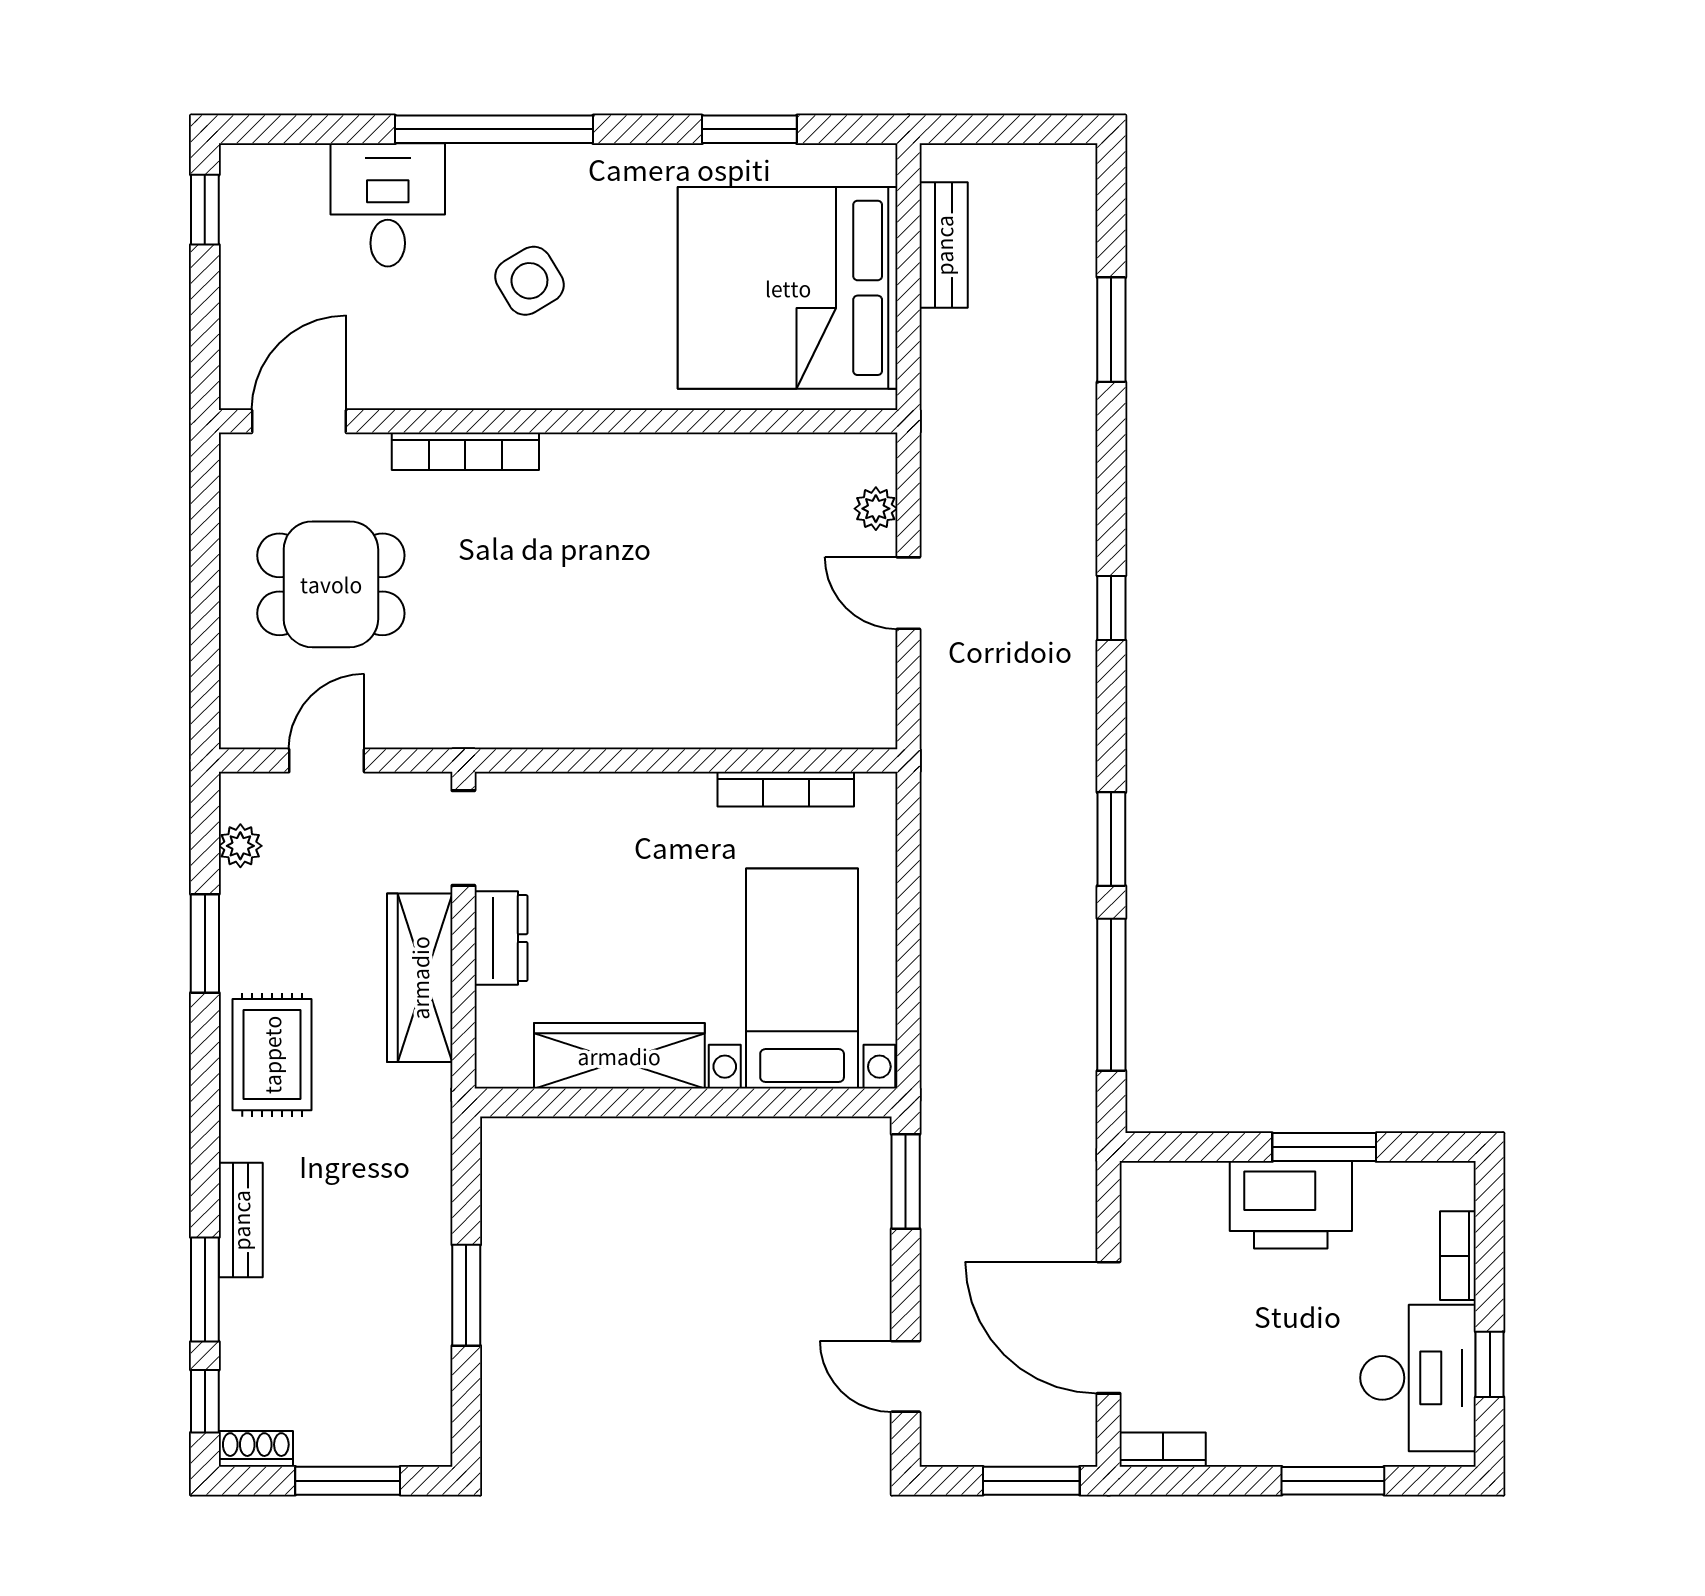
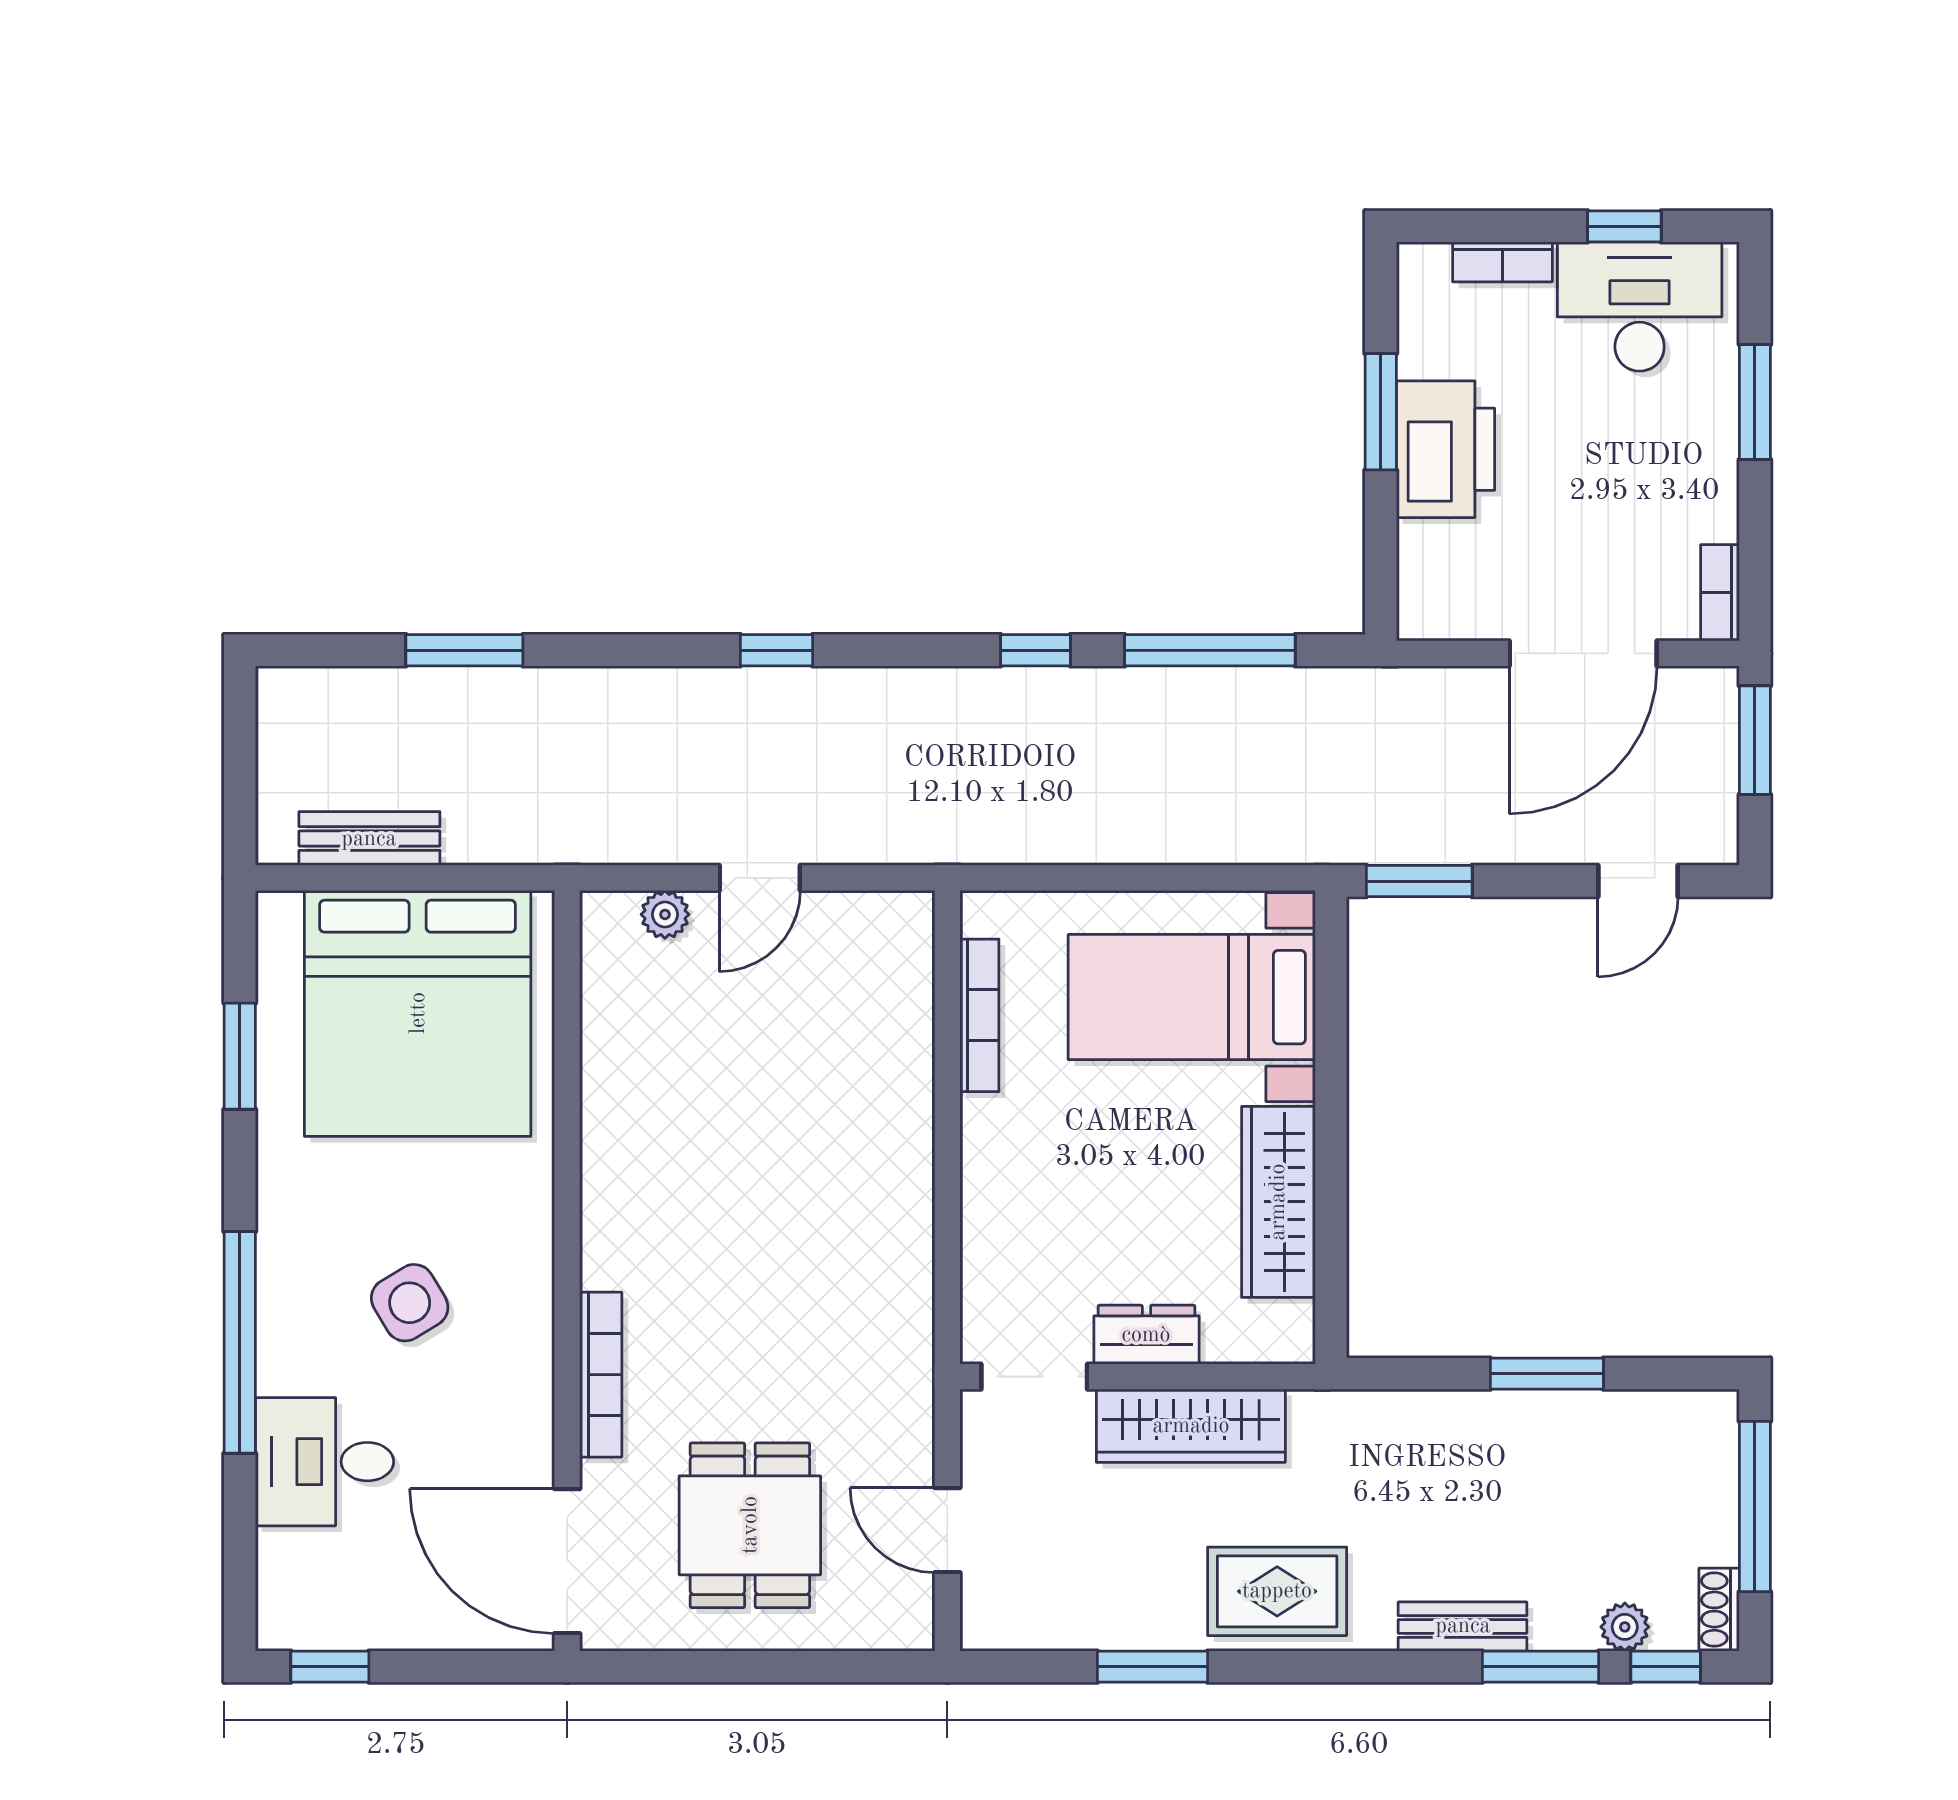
door: (299, 421) -> (567, 1561), width x1.36
window: (1111, 839) -> (1035, 650), width x0.67
plant: (240, 846) -> (1625, 1627), moved
window: (348, 1481) -> (1755, 1506), width x1.44

